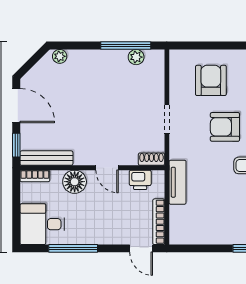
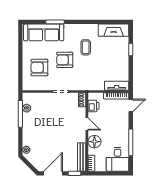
armchair: (225, 127) -> (65, 60), turned 90
door: (107, 168) -> (87, 124), hinge flipped
tv unit: (178, 182) -> (117, 86), moved

